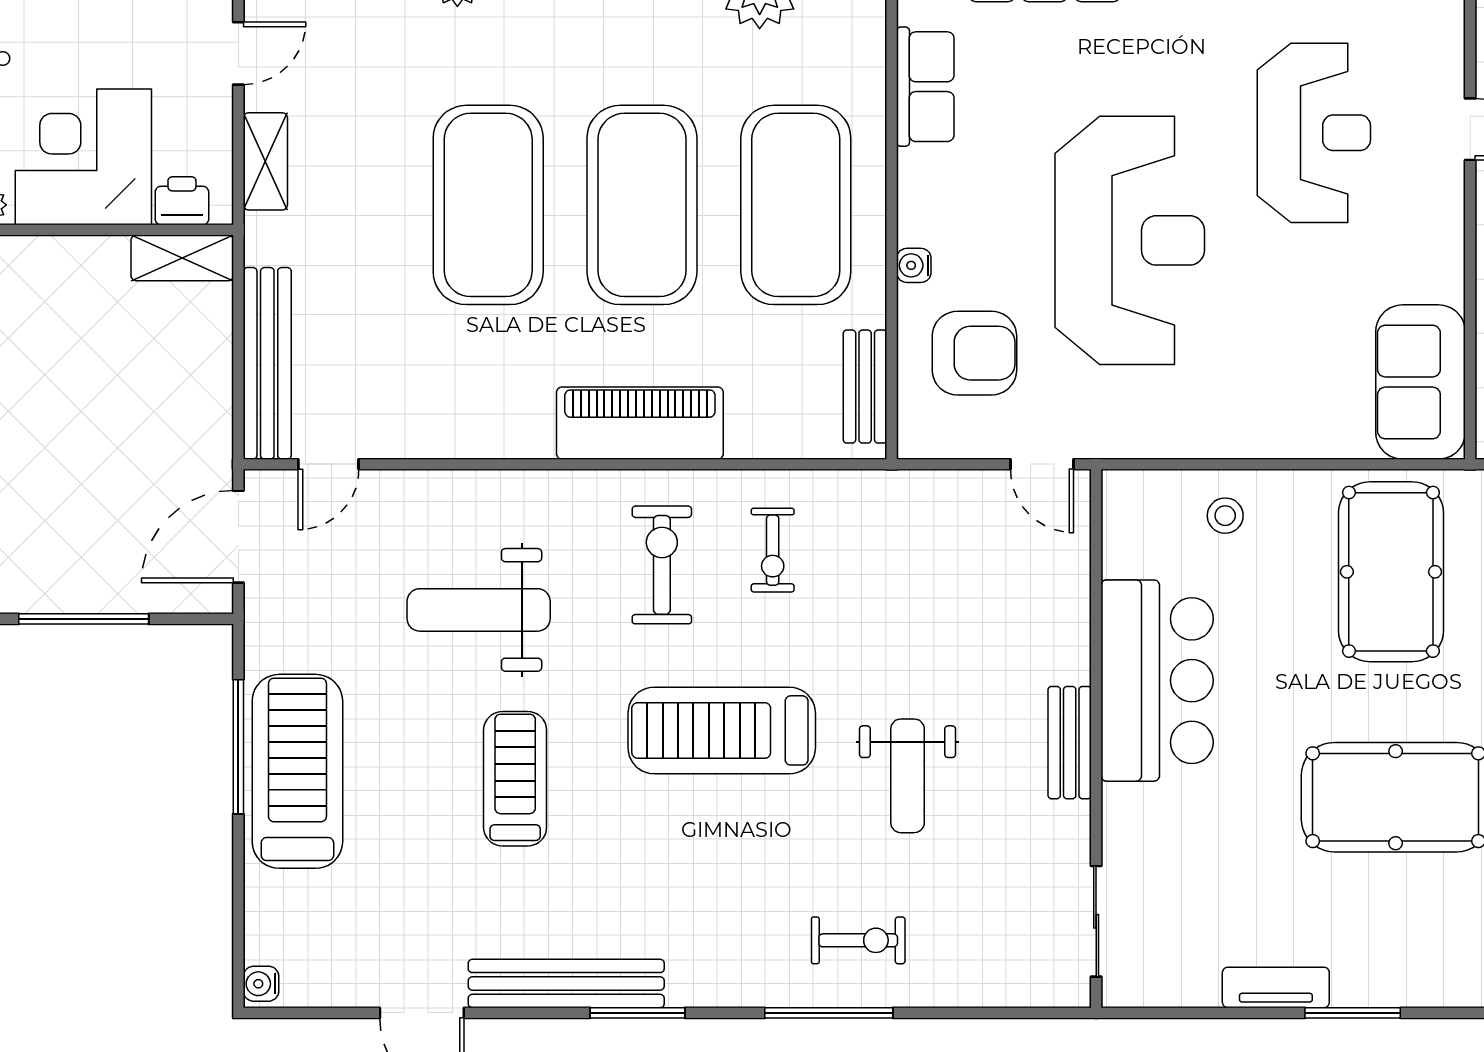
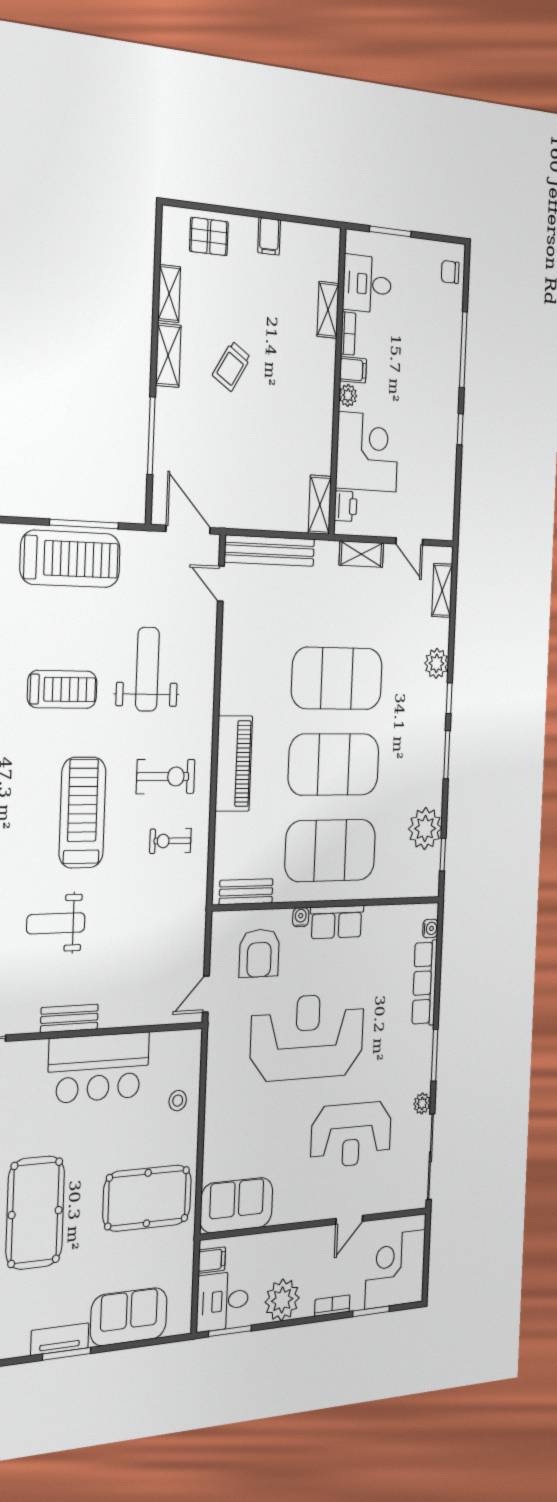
row of seats: (925, 87) -> (337, 922), moved
reception desk: (1130, 240) -> (307, 1037), turned 180

